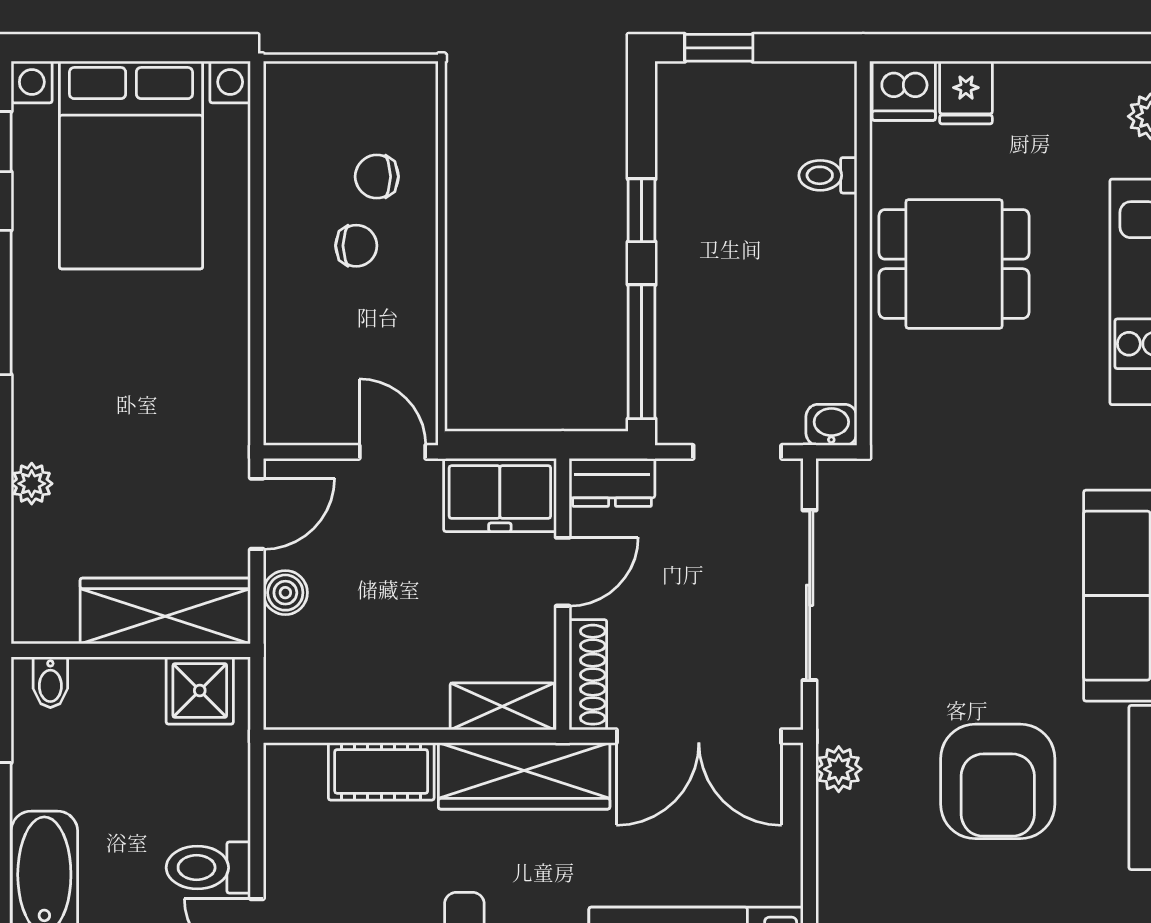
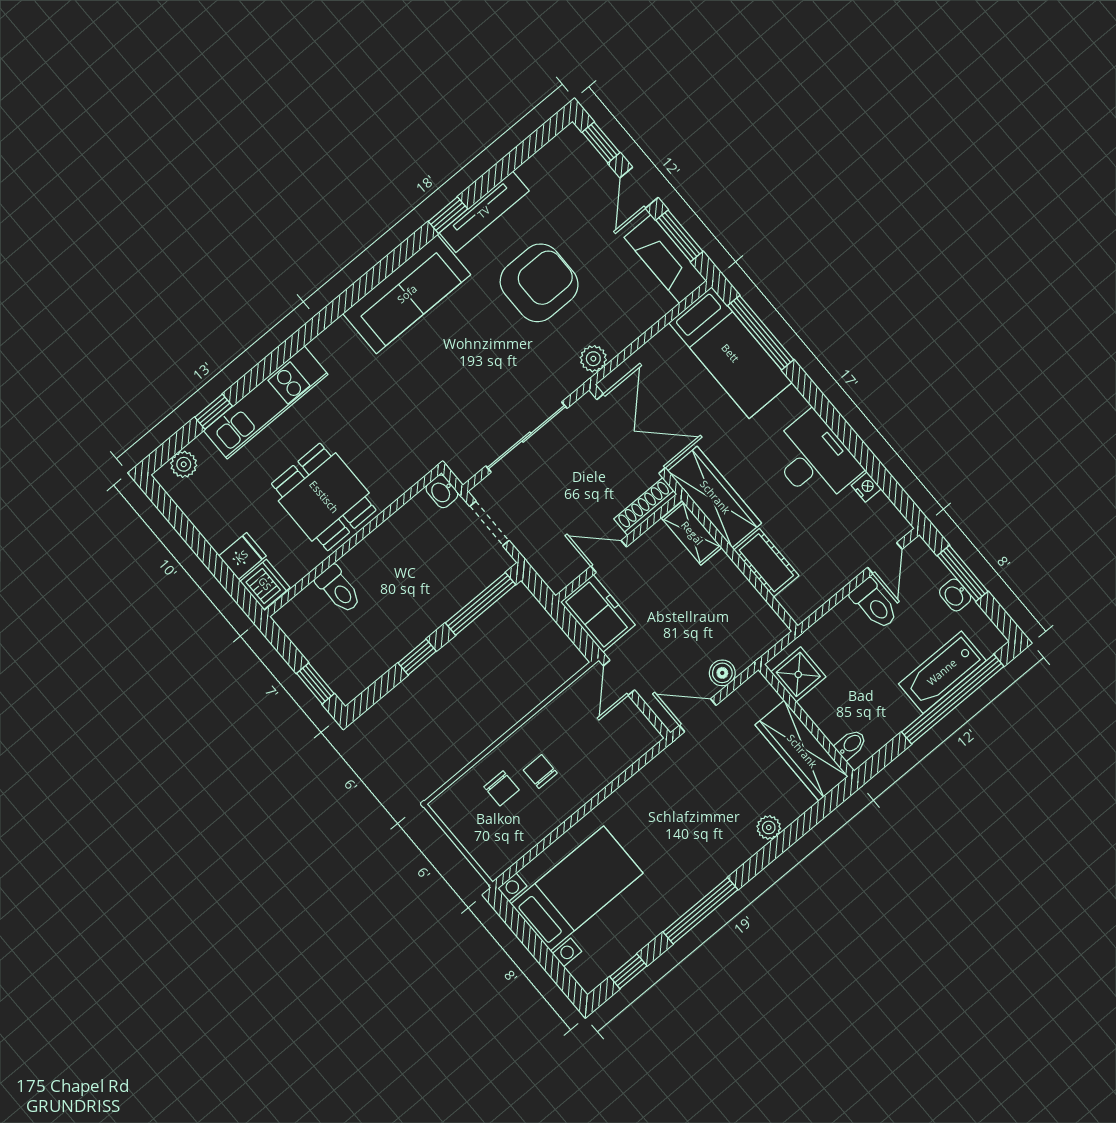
bed with nightstands: (131, 165) -> (577, 889), width x0.73
toilet: (828, 175) -> (339, 589), width x1.37, depth x1.39
dresser: (612, 482) -> (550, 568), removed
wardrobe: (165, 611) -> (802, 751), moved

